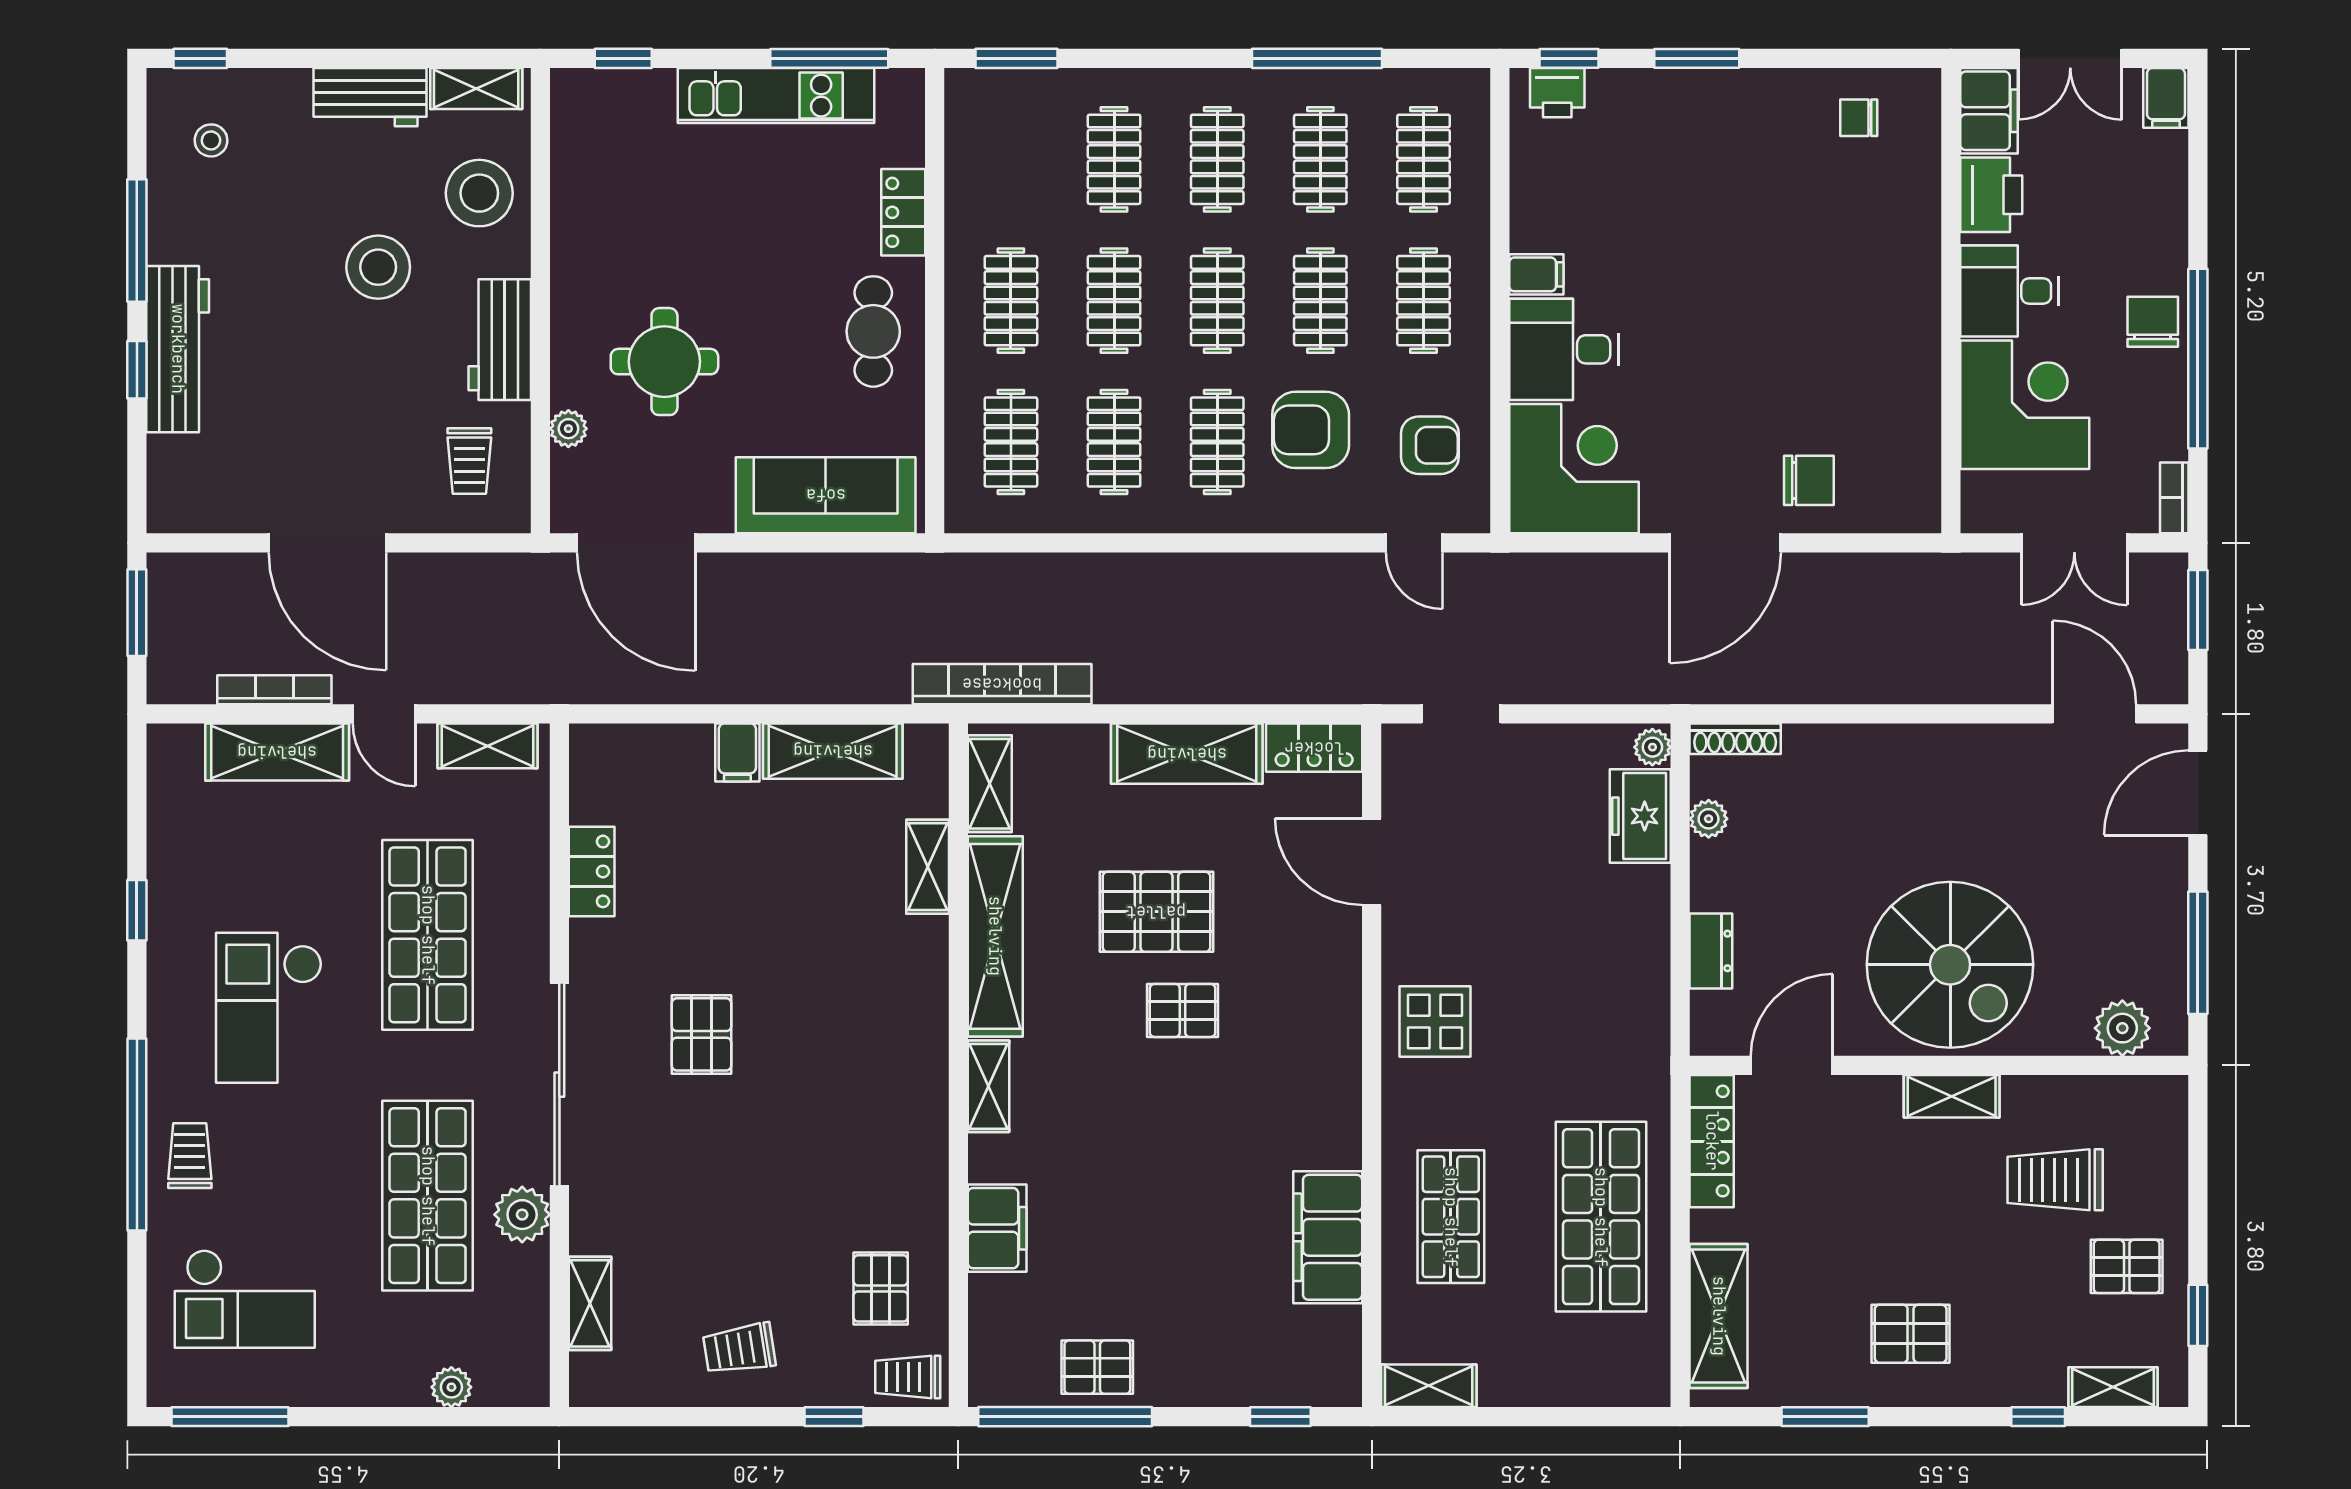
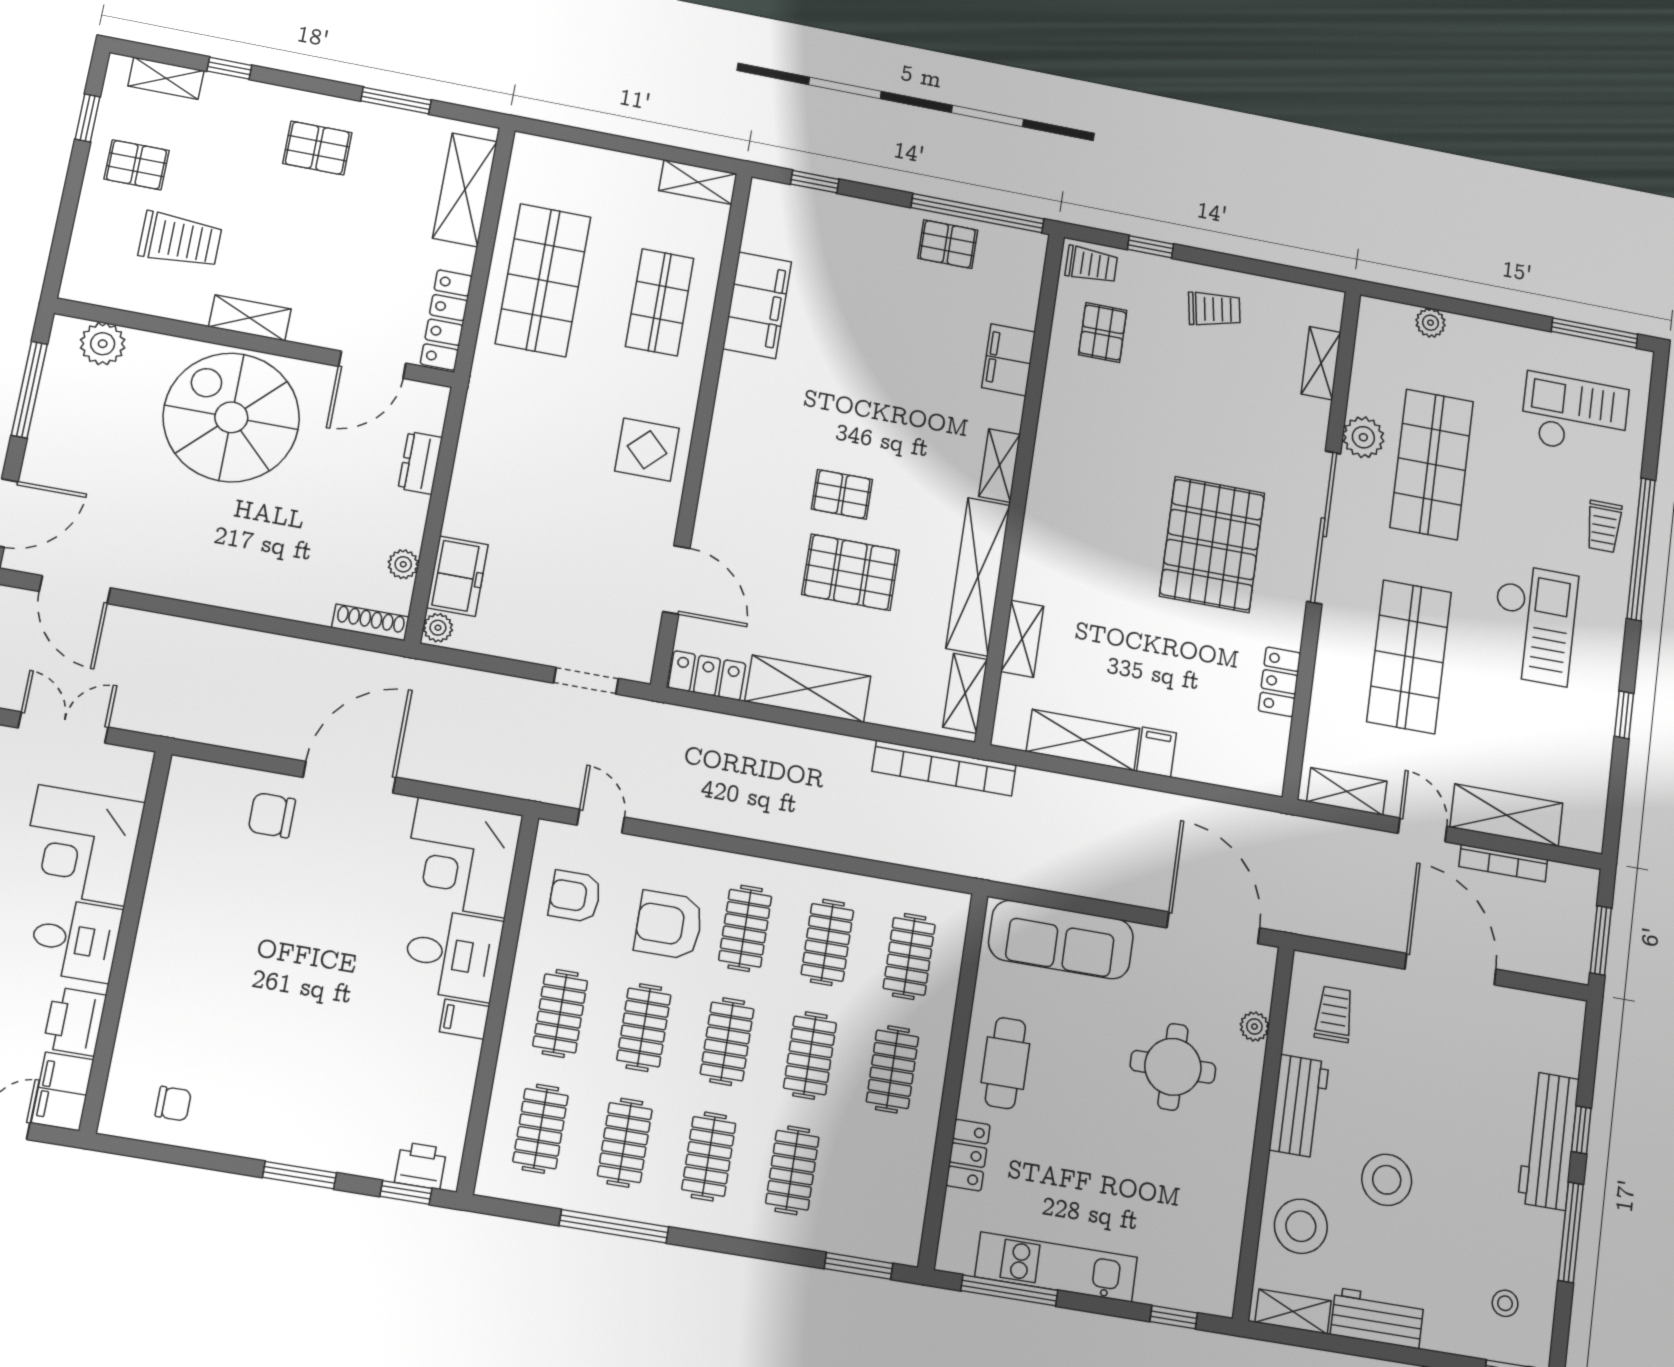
armchair: (1311, 430) -> (669, 925), turned 180
pallet: (702, 1034) -> (1212, 545), width x2.05, depth x2.00

